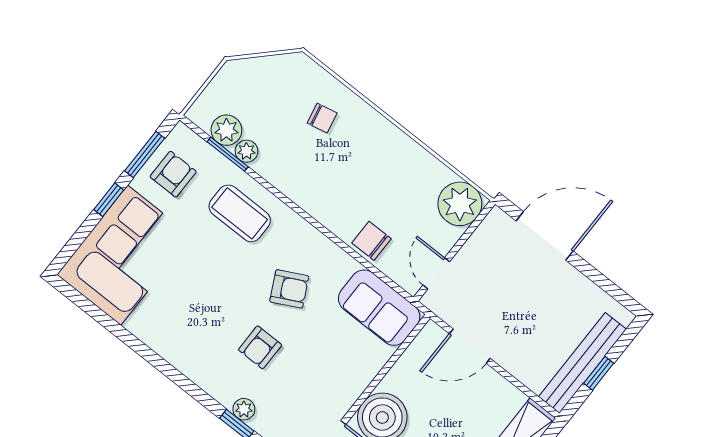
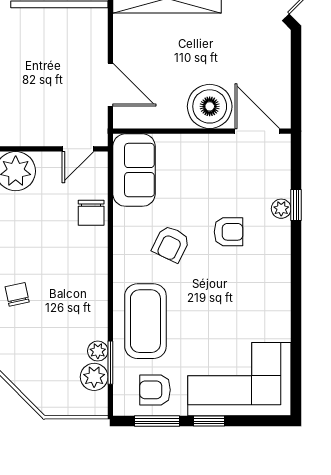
chair: (322, 118) -> (17, 294), moved
coffee table: (240, 213) -> (145, 321), width x1.36, depth x1.32
armchair: (289, 289) -> (171, 244), turned -127

